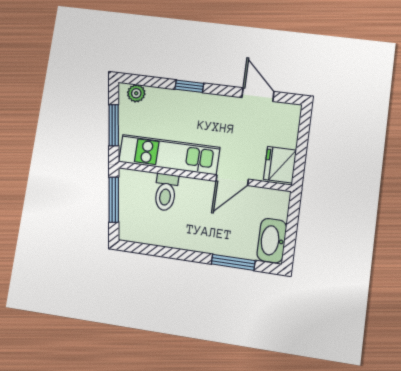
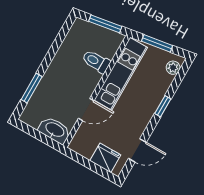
fridge: (280, 165) -> (105, 158), moved
door: (232, 180) -> (86, 109), swing flipped
washbasin: (272, 241) -> (55, 130), moved

